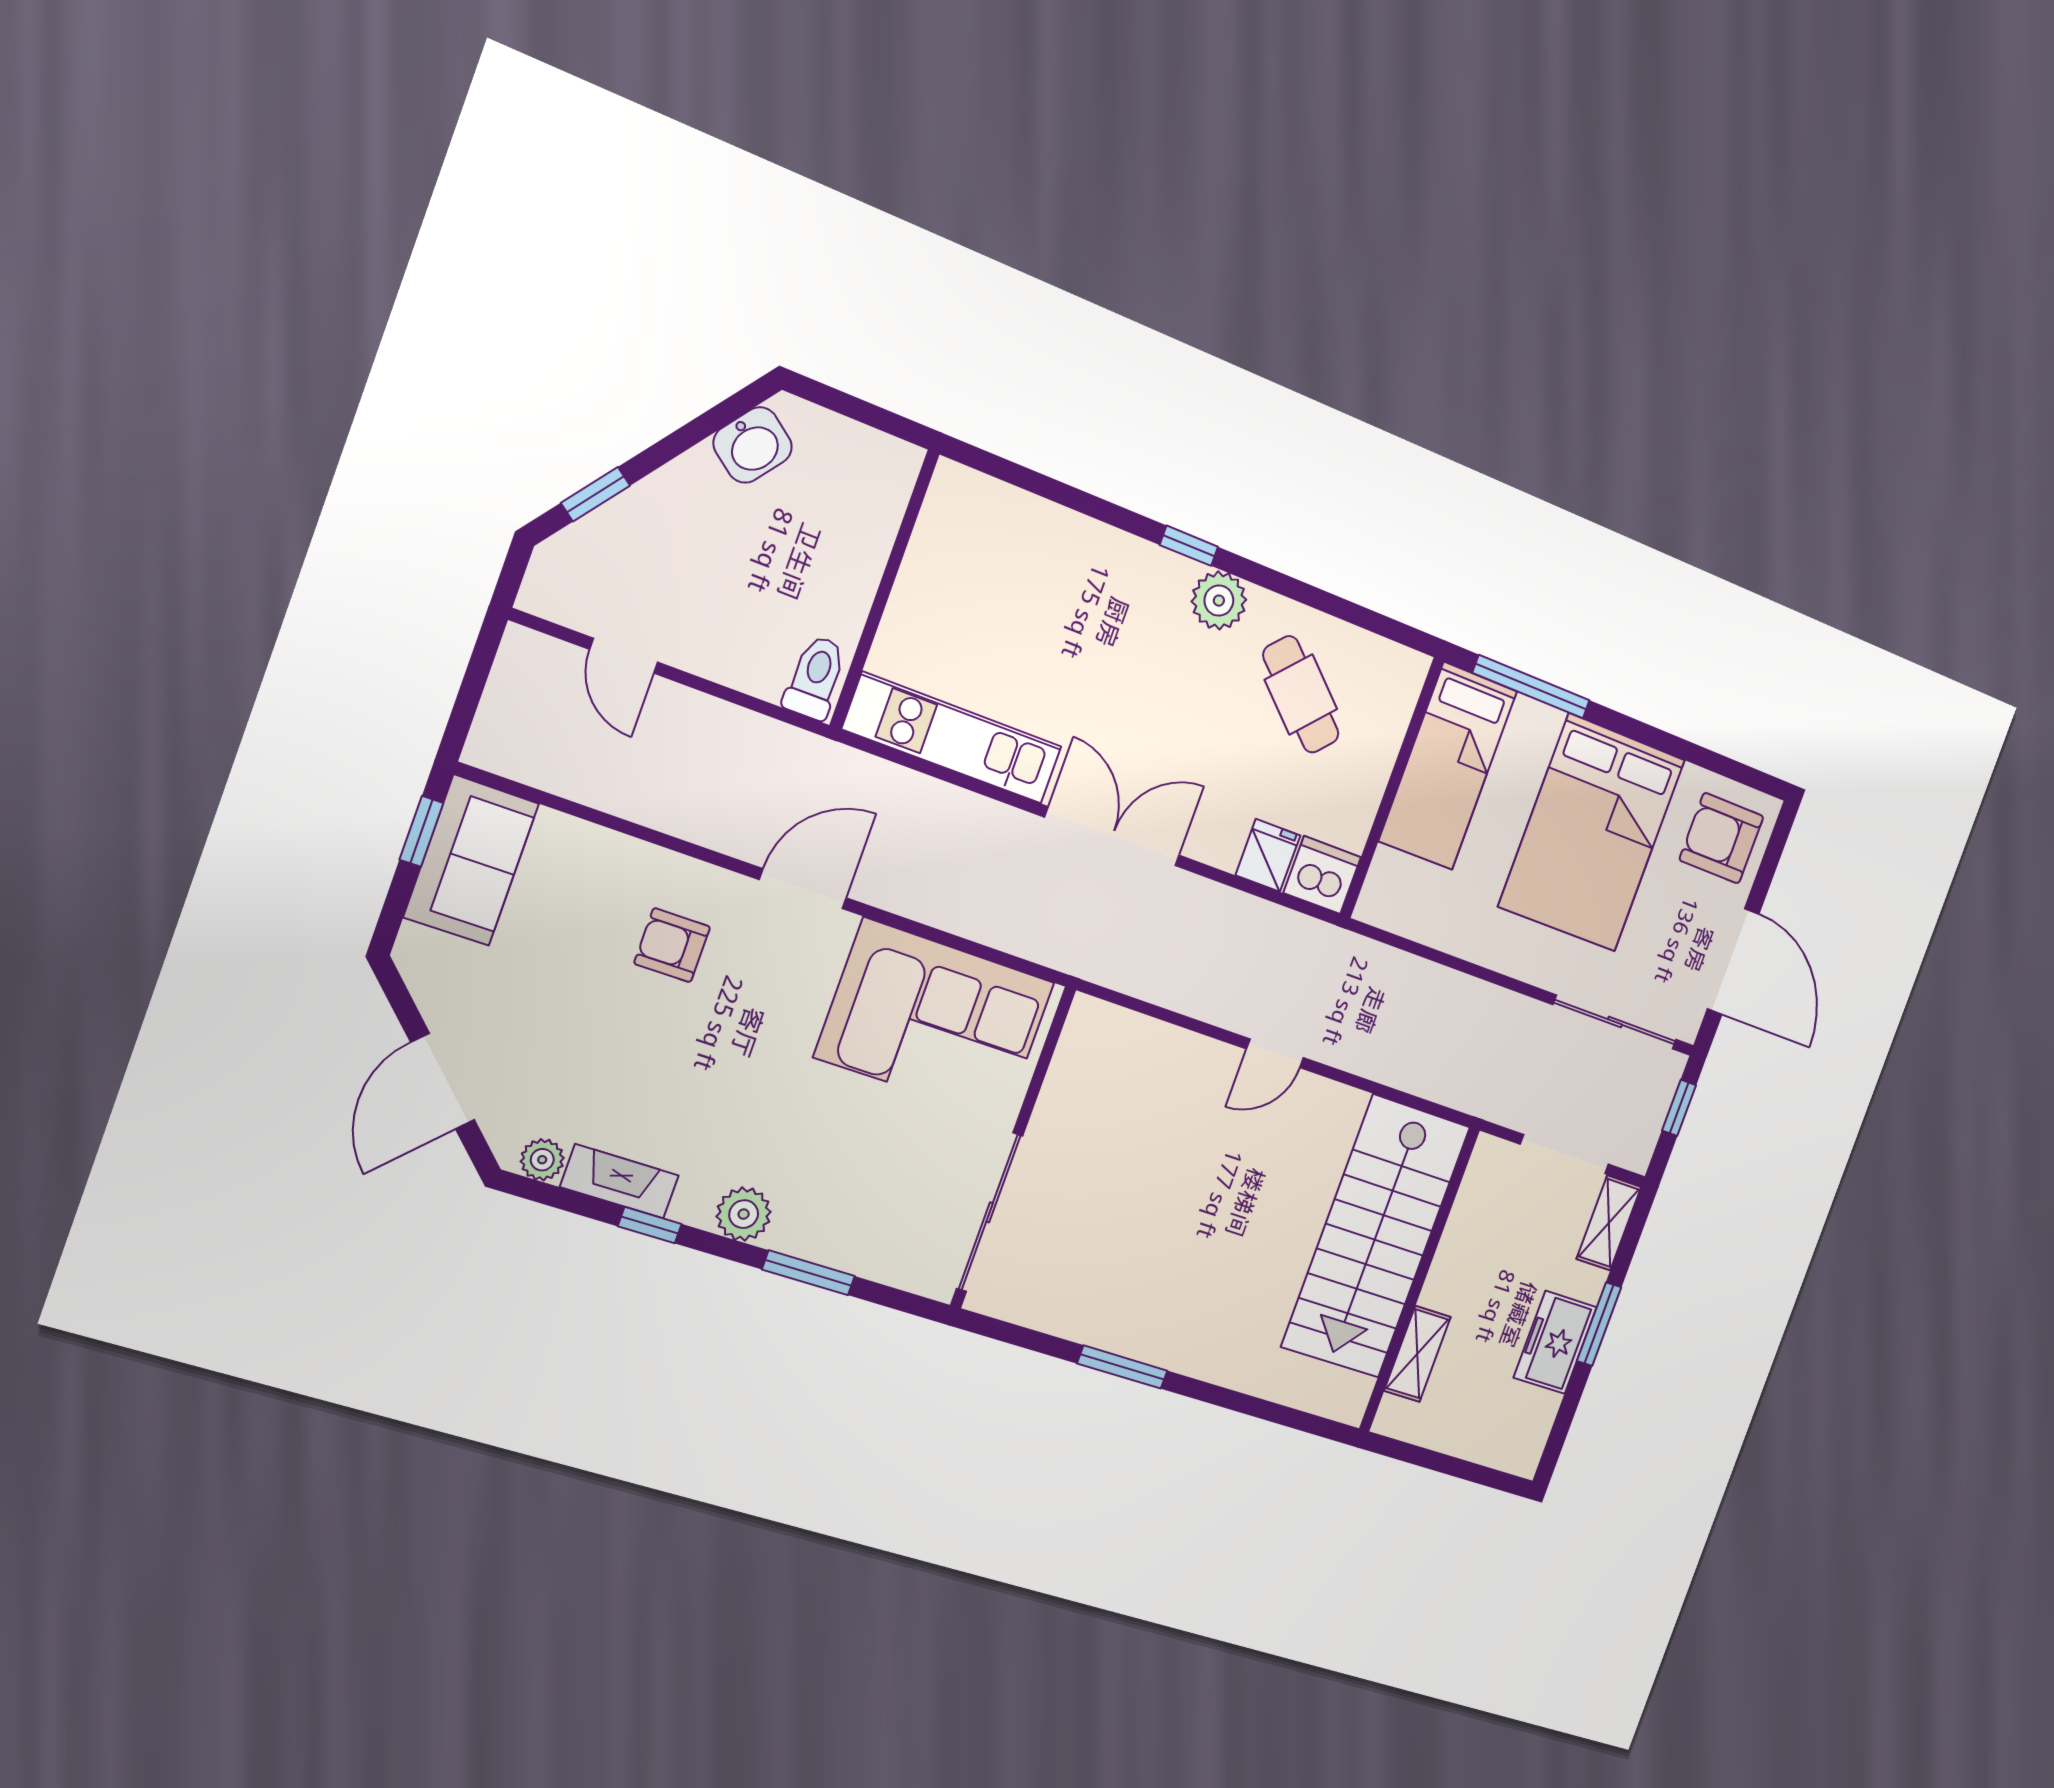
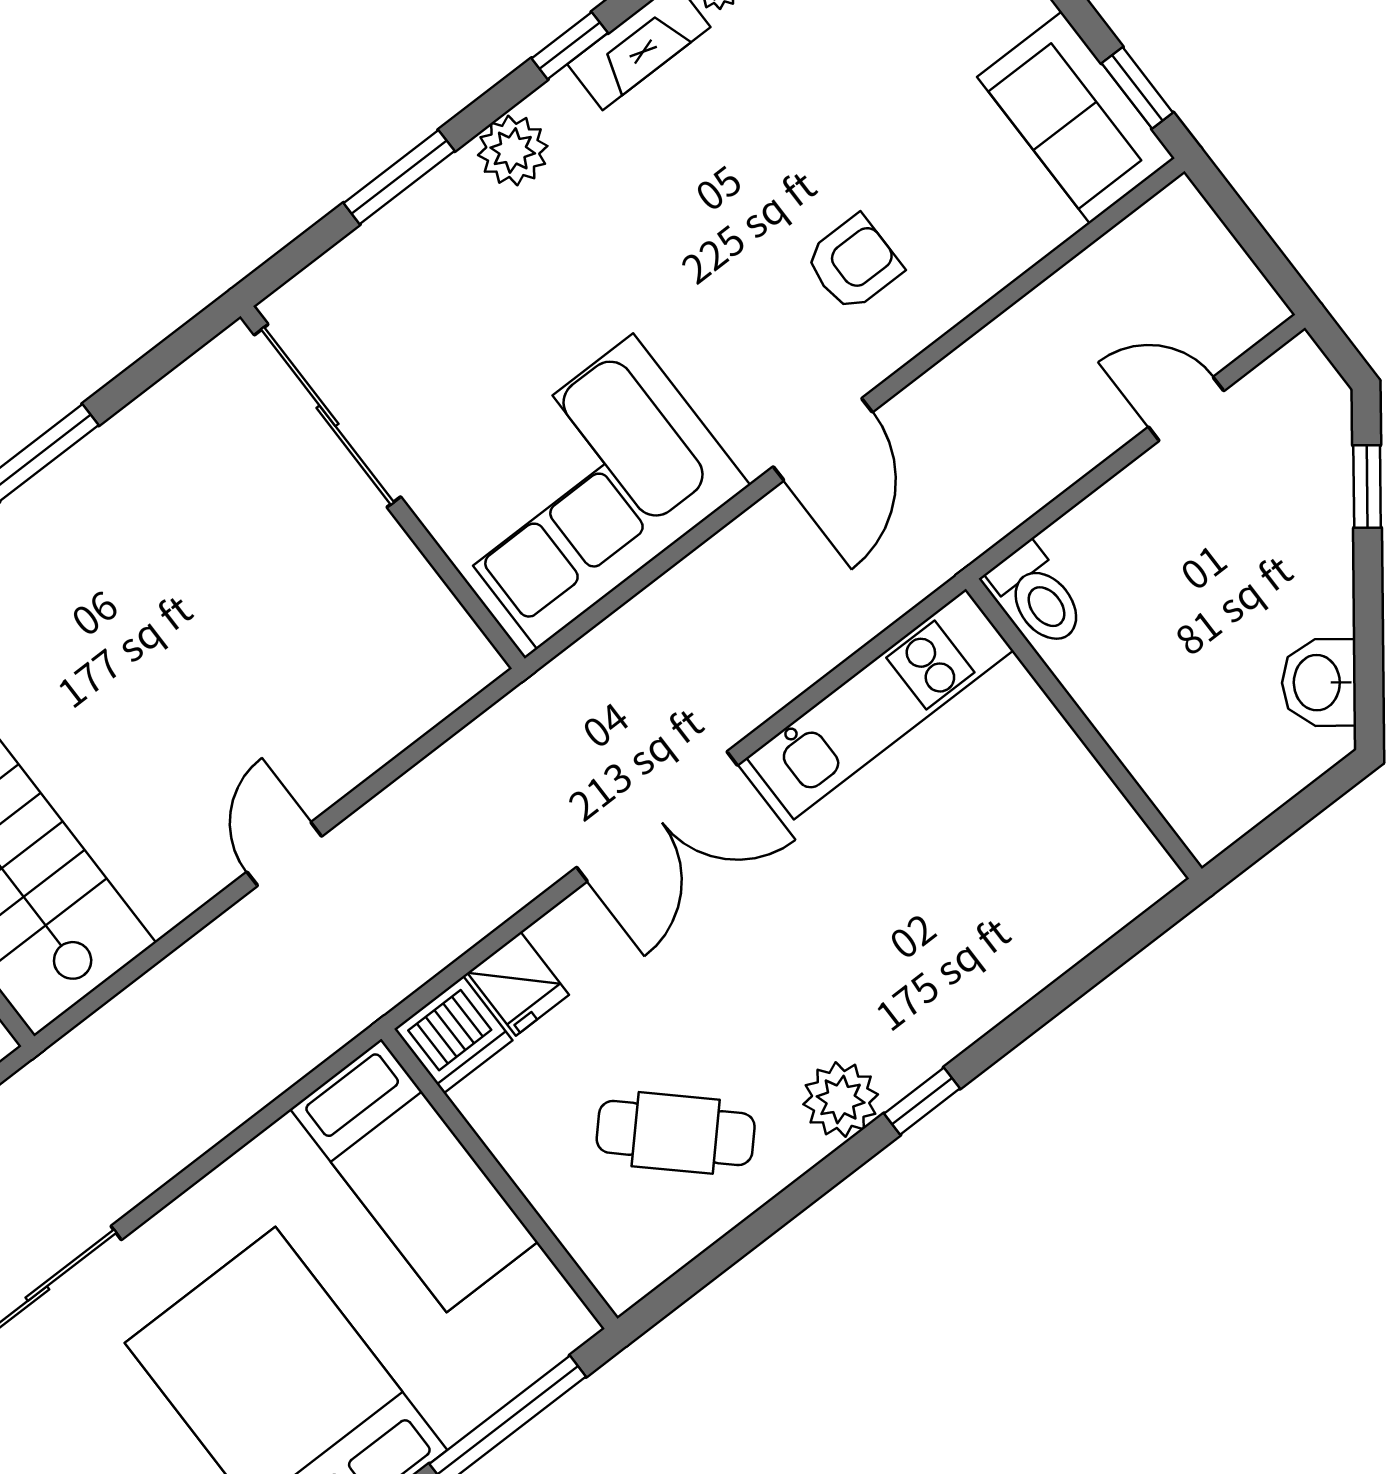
bed: (1448, 766) -> (414, 1175), moved, turned 180

